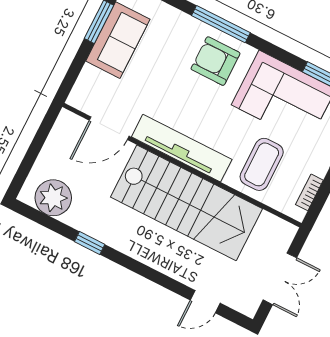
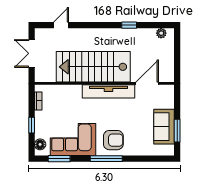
window: (221, 24) -> (106, 159), moved
coffee table: (262, 164) -> (67, 103), removed
plant: (53, 198) -> (161, 33), width x0.53, depth x0.53

